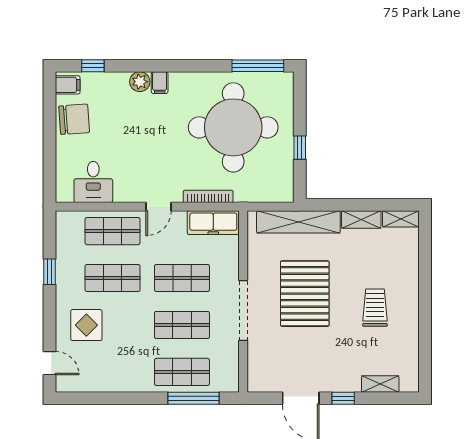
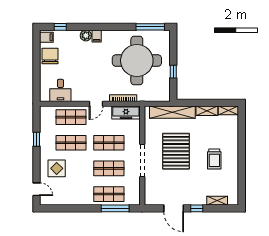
chair: (74, 119) -> (50, 56), turned -86
trolley: (375, 308) -> (214, 159), turned 180

